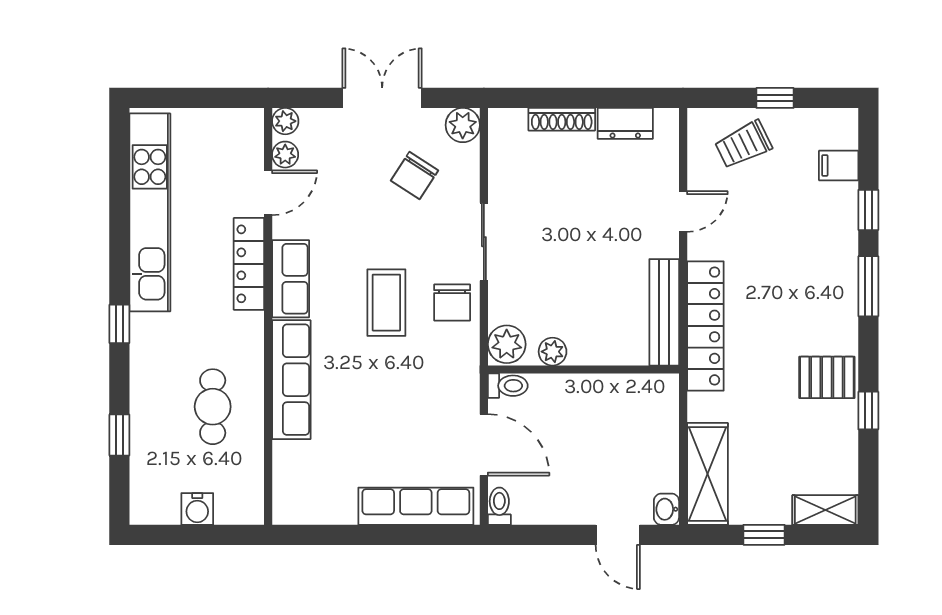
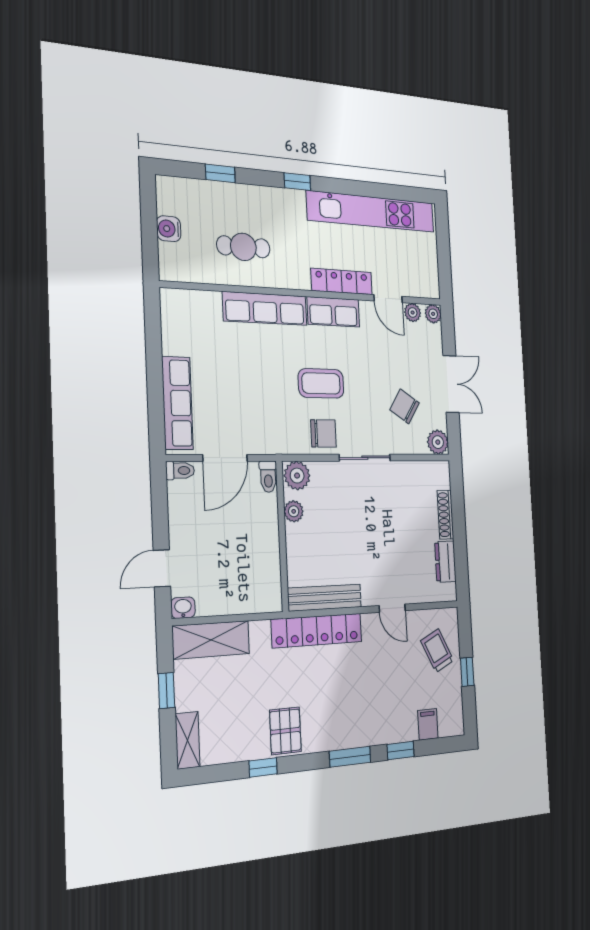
chair: (452, 302) -> (324, 433), turned 180

